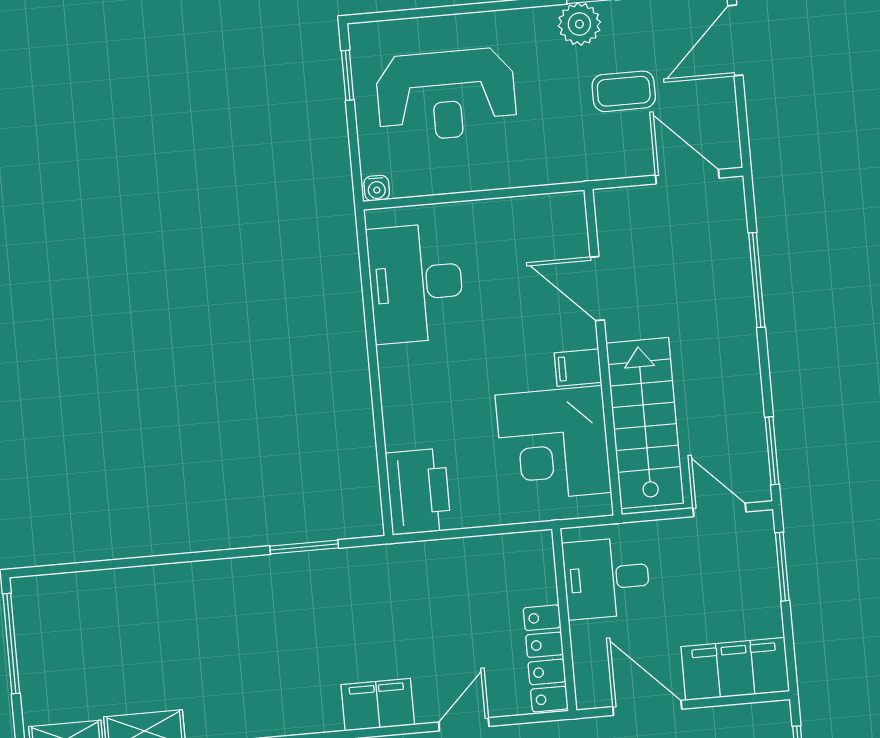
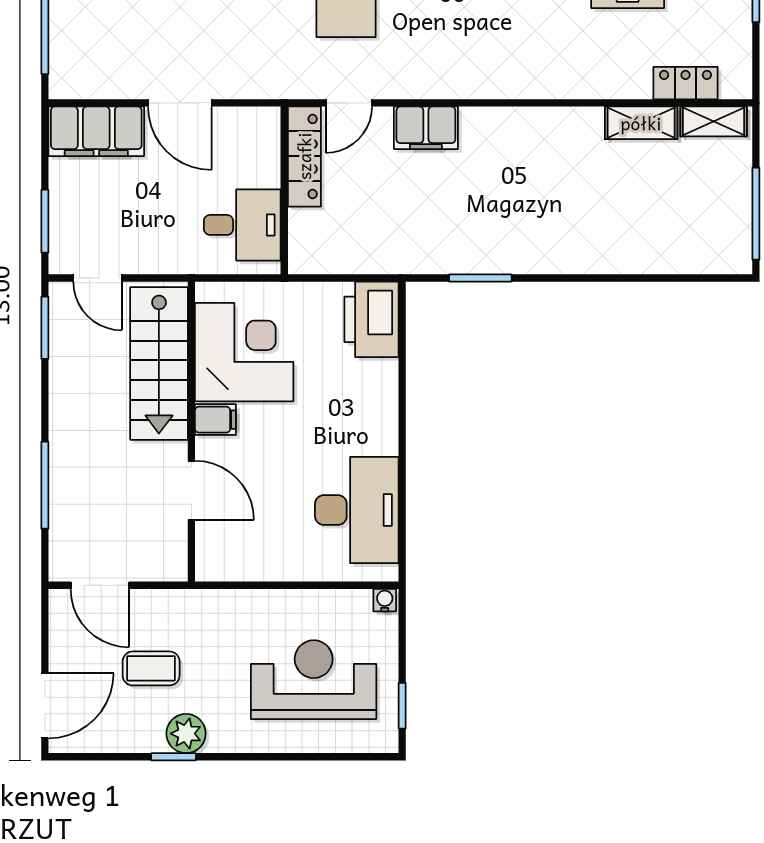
desk: (606, 578) -> (242, 225), moved
wall: (564, 620) -> (284, 190), moved
locker: (546, 658) -> (304, 156), moved

